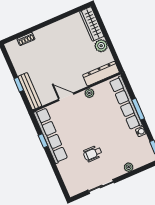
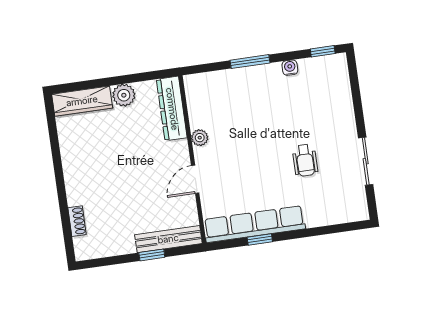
row of seats: (126, 103) -> (234, 80), removed
plant: (129, 167) -> (345, 105), removed

